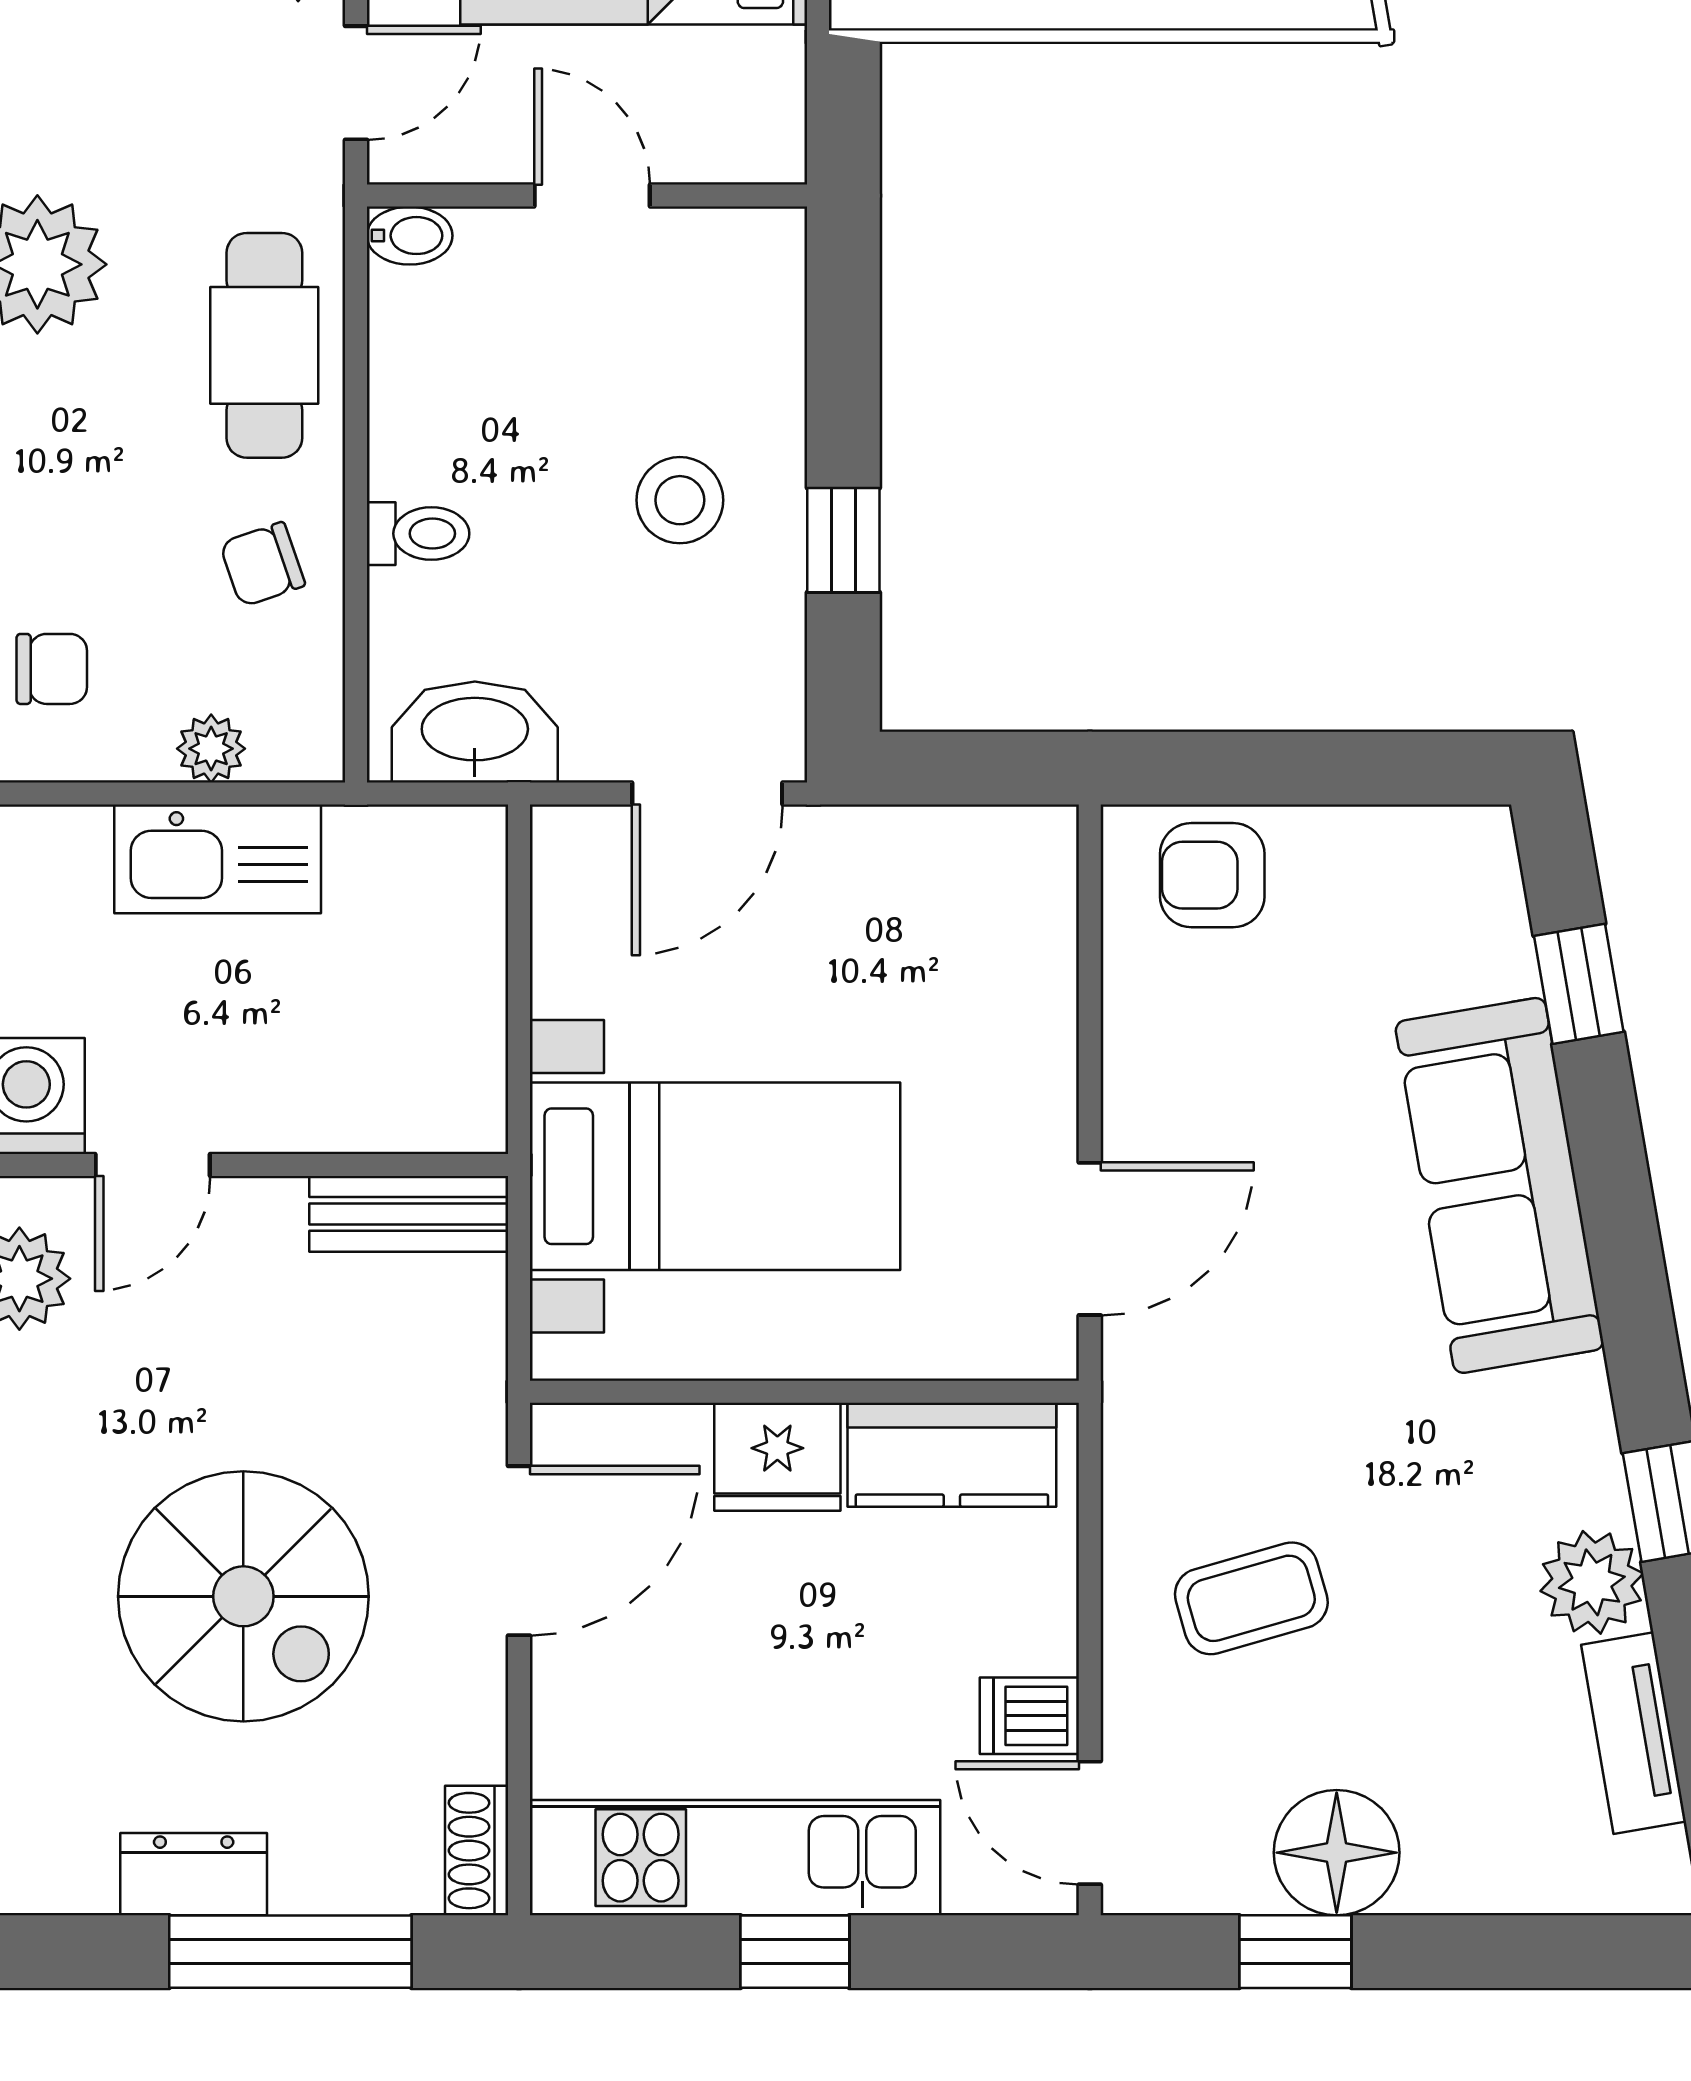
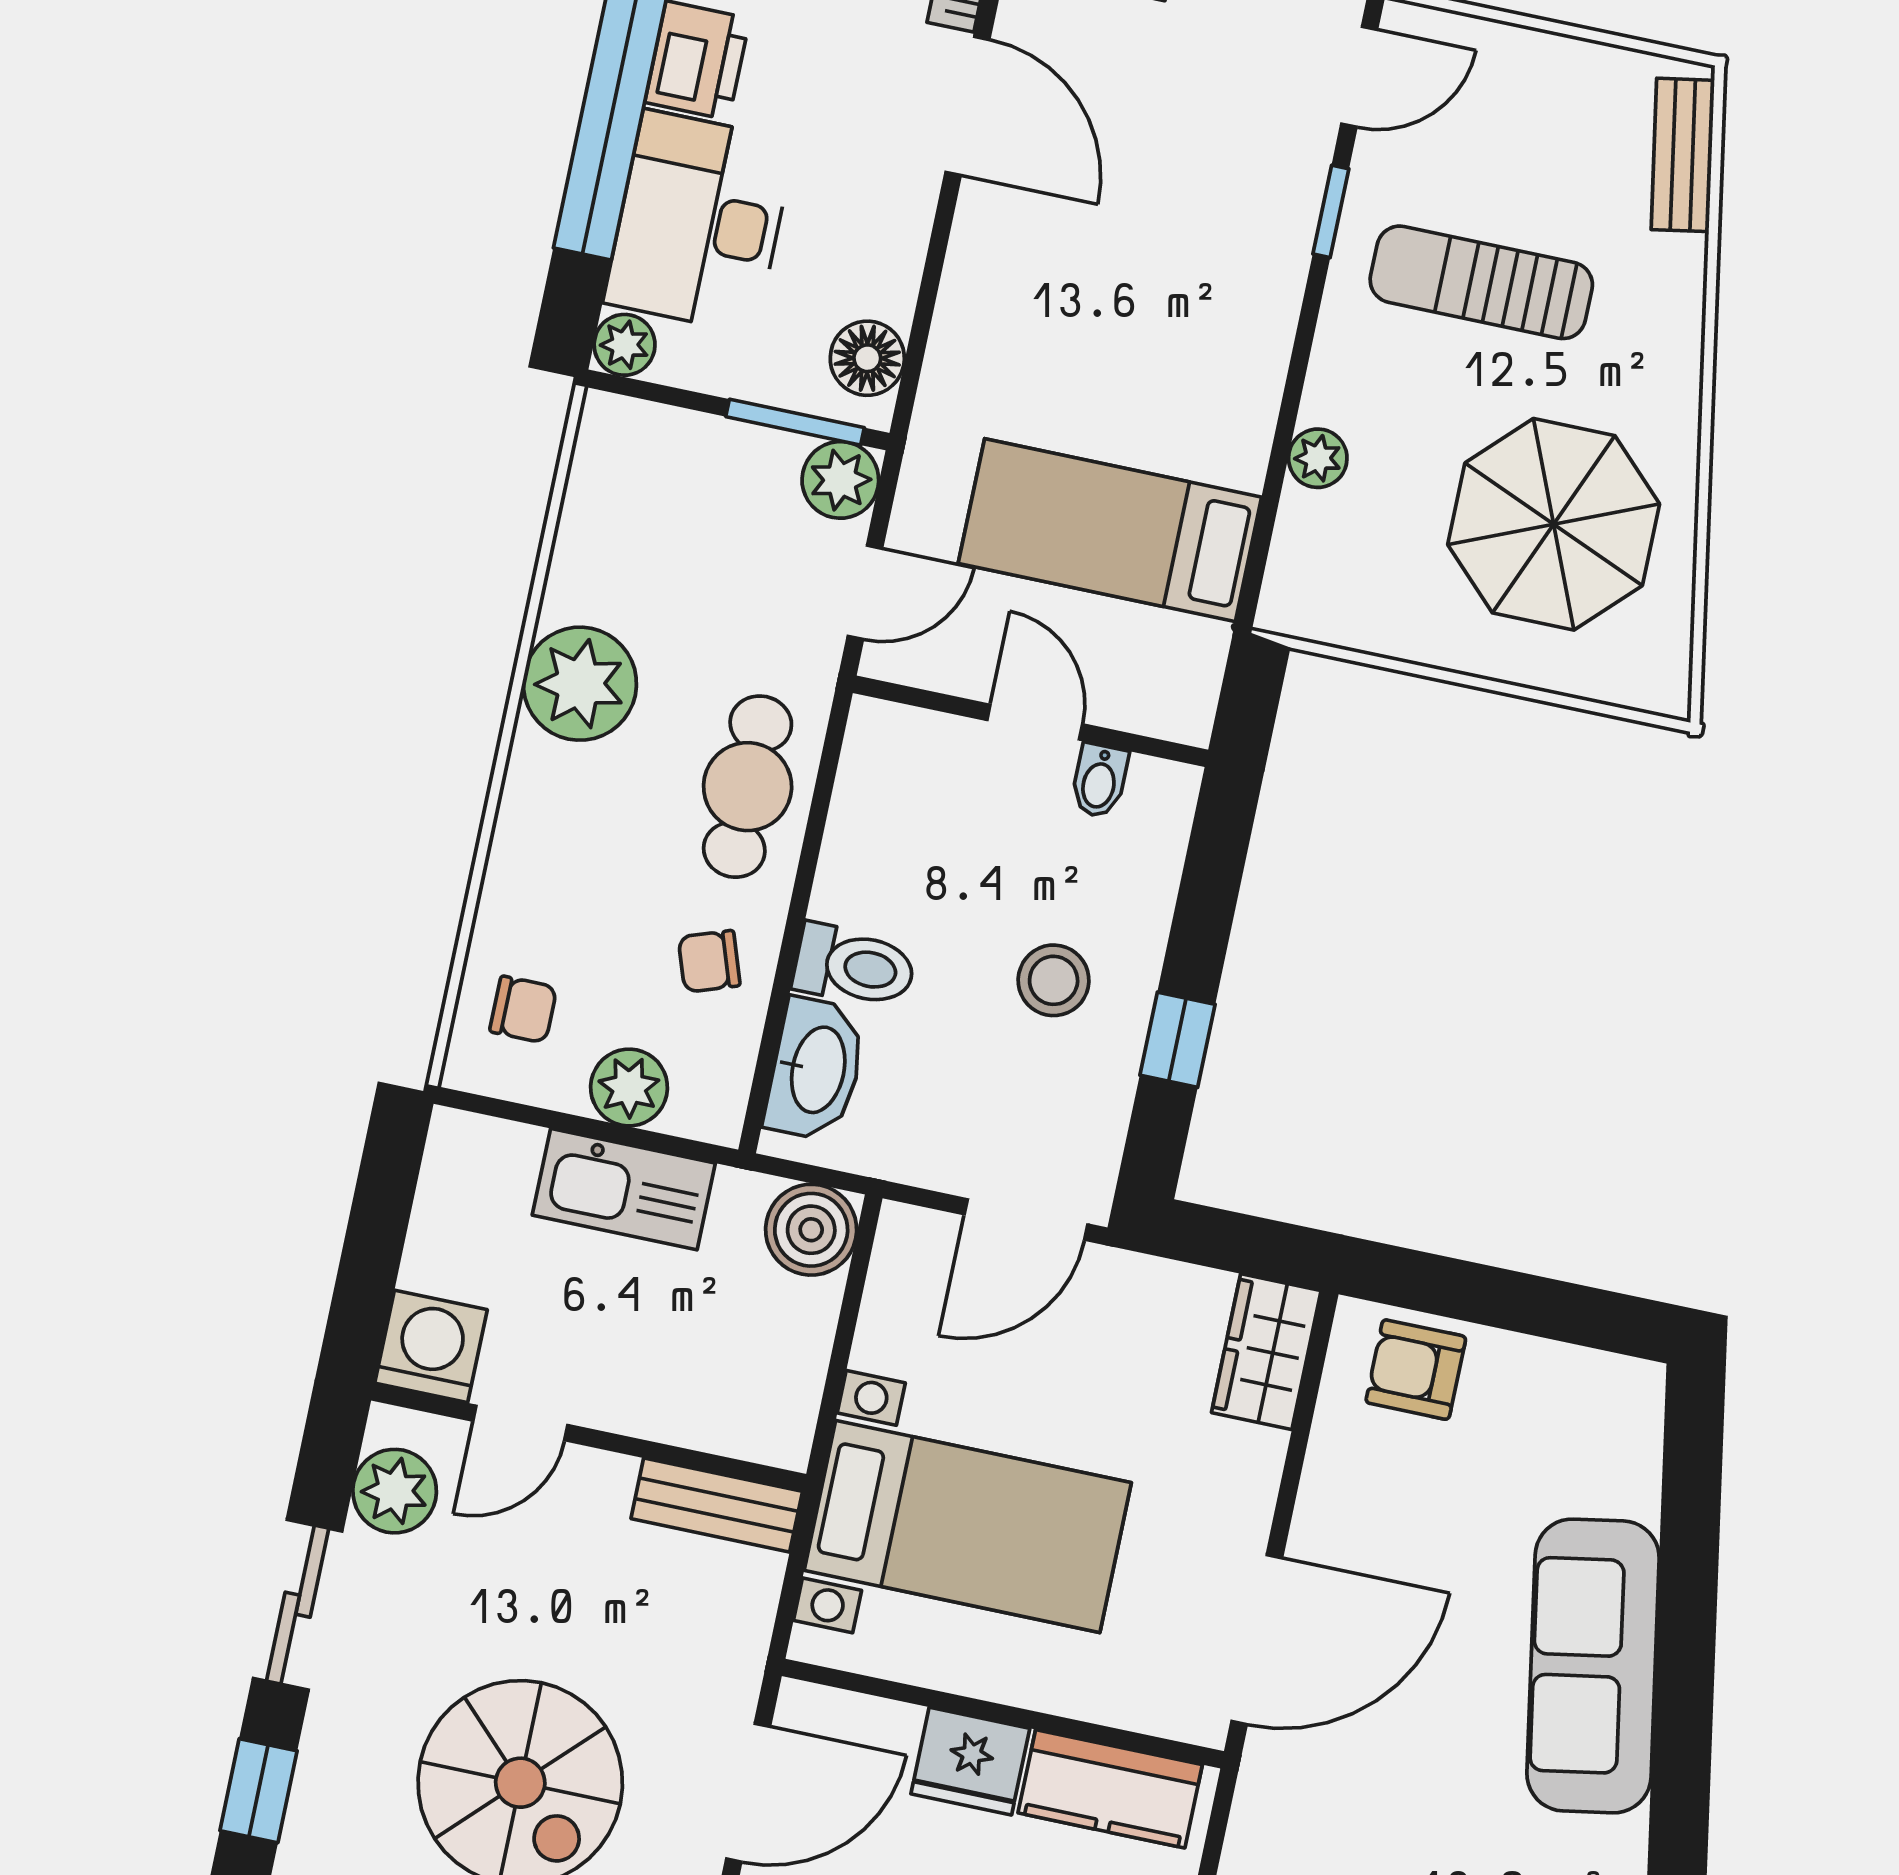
bidet: (410, 236) -> (1099, 781), moved, turned 90
toilet: (418, 534) -> (854, 966), width x1.37, depth x1.39
washbasin: (475, 732) -> (816, 1069), moved, turned 90
plant: (211, 749) -> (629, 1087), width x1.38, depth x1.38
boiler: (452, 860) -> (811, 1230), added
wardrobe: (1029, 891) -> (1266, 1352), added
window: (1579, 984) -> (1690, 1518), removed
door: (1090, 1239) -> (1257, 1640), width x1.36

